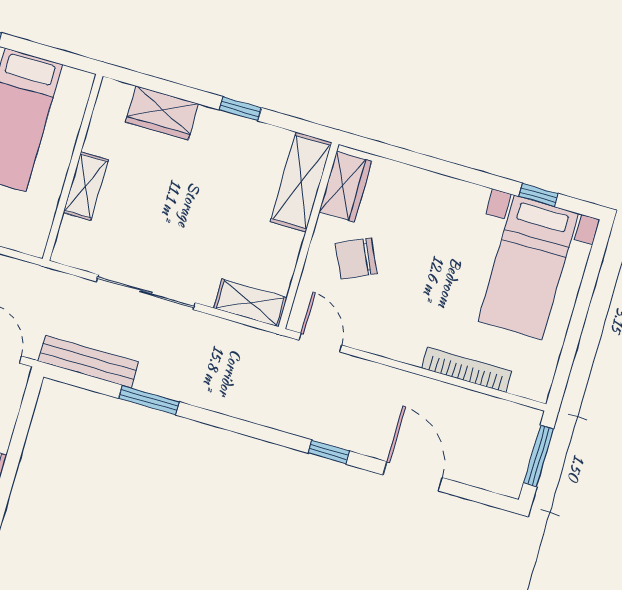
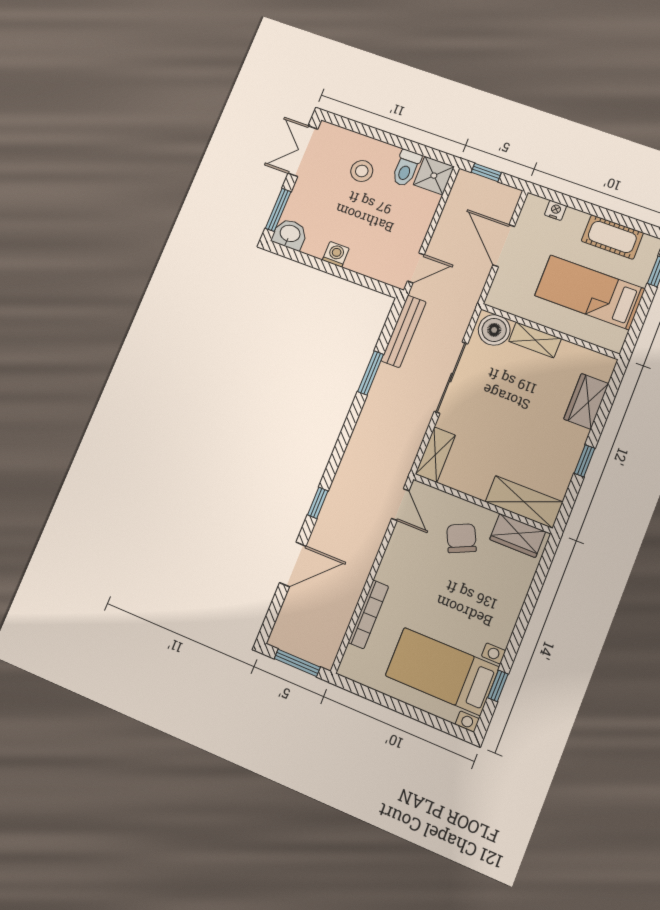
boiler: (77, 241) -> (494, 330), added
door: (320, 343) -> (400, 505), hinge flipped

